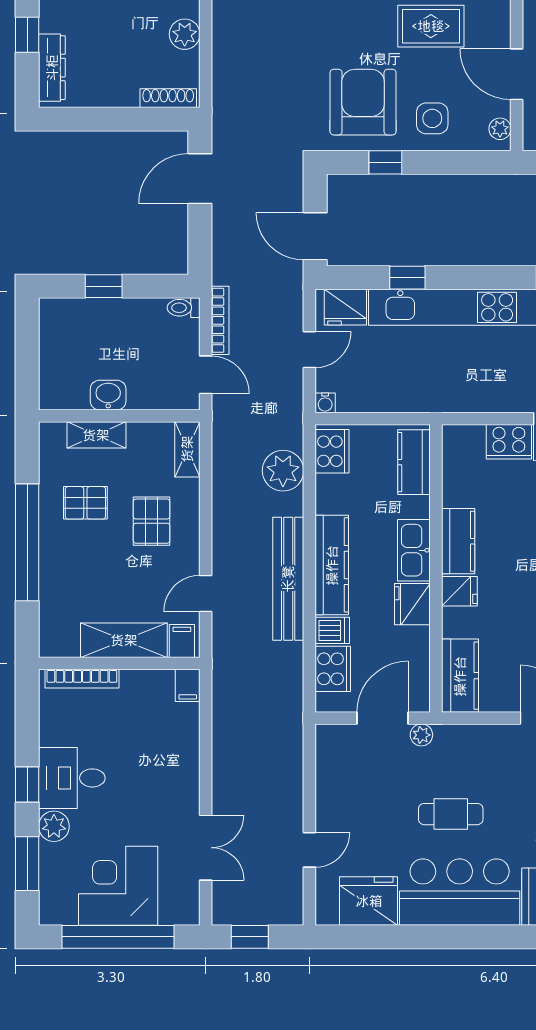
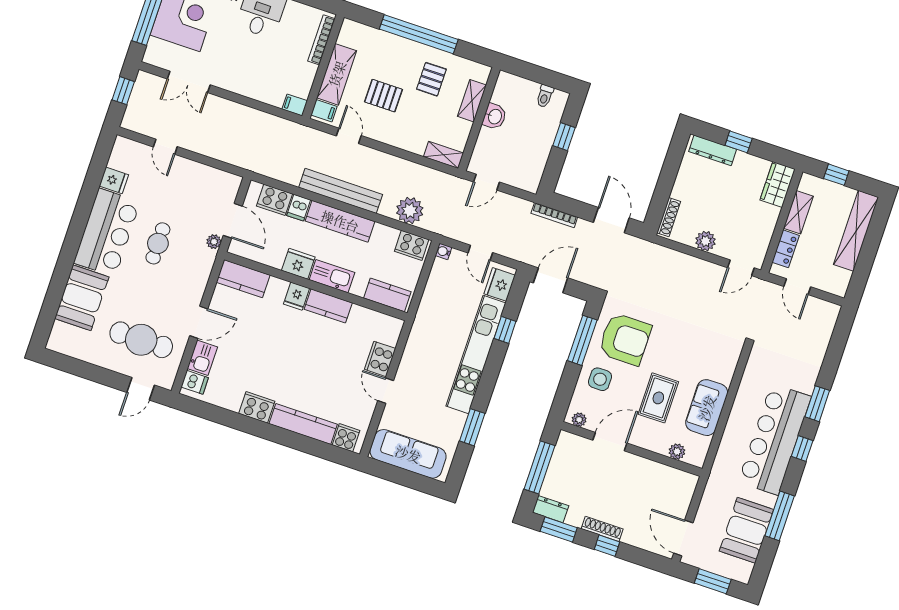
window: (385, 162) -> (582, 340), width x2.17
toilet: (184, 308) -> (545, 96), moved, turned 180
bookcase: (220, 320) -> (554, 215), moved
pallet: (152, 521) -> (383, 96), moved
fridge: (369, 901) -> (114, 180), width x0.53, depth x0.75

